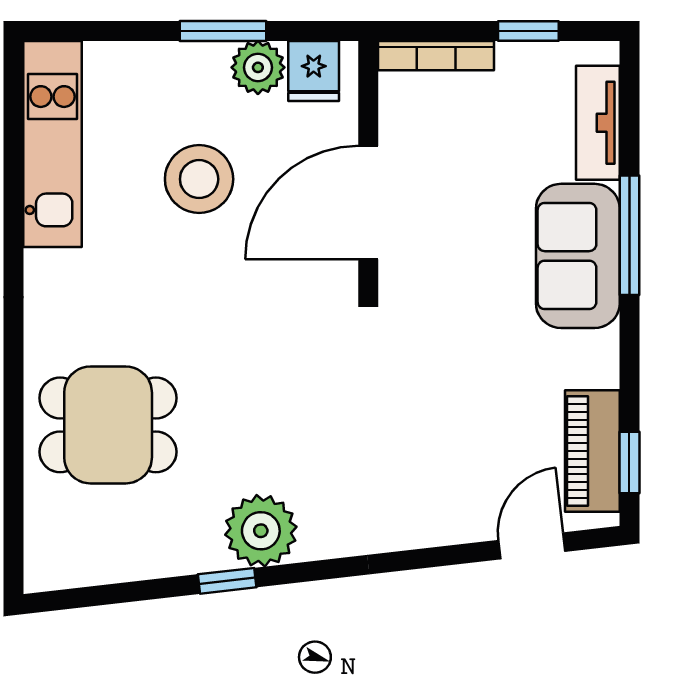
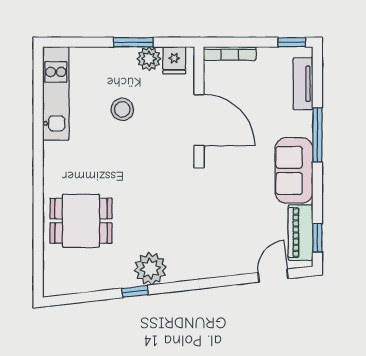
window: (528, 31) -> (292, 42), moved
stool: (199, 179) -> (122, 109), width x0.73, depth x0.73
door: (368, 203) -> (199, 120), swing flipped
sofa: (578, 256) -> (294, 170), moved

